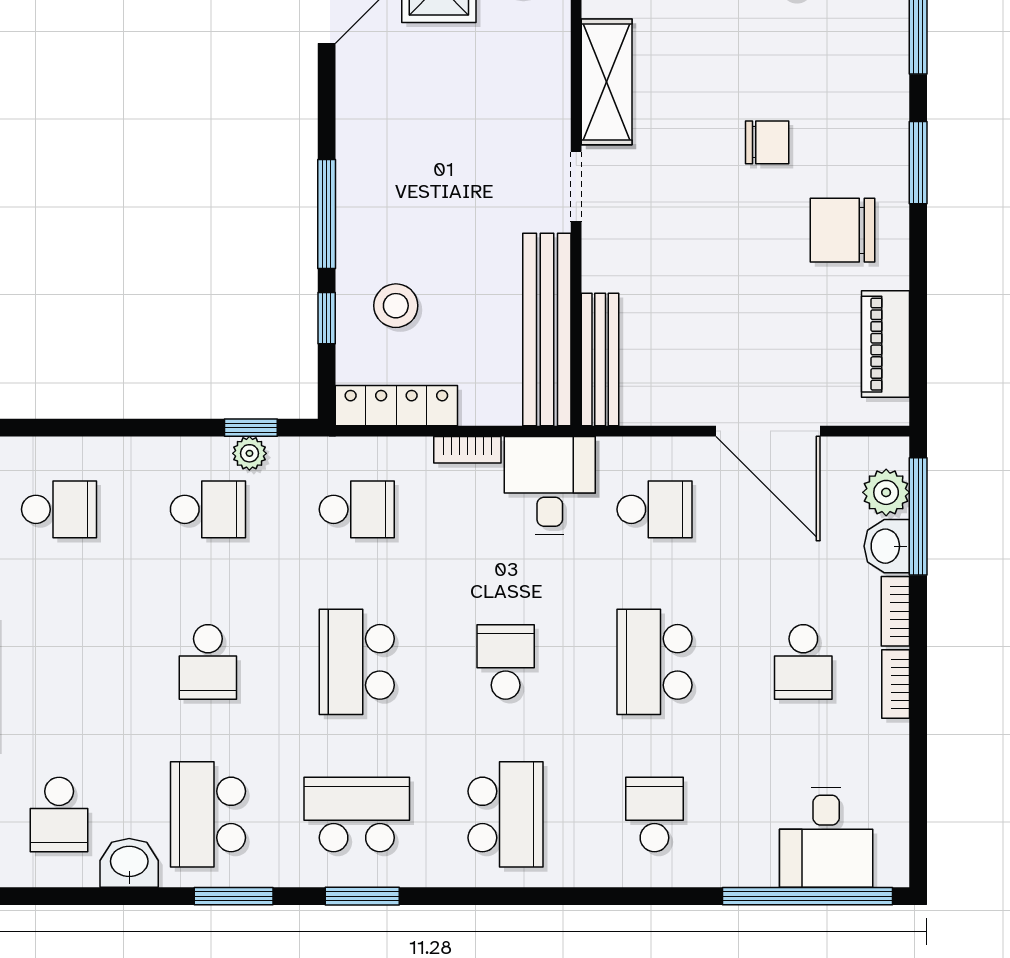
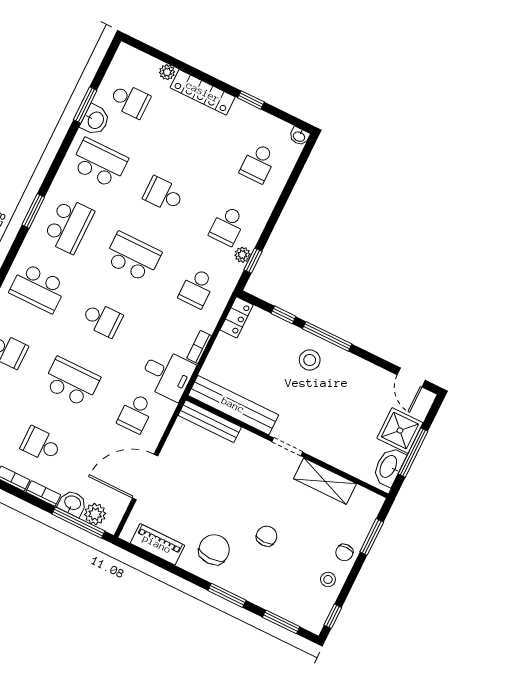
chair: (767, 142) -> (267, 536), turned 180
stool: (396, 306) -> (310, 360), moved
locker: (396, 406) -> (237, 317), width x0.66
school desk: (59, 814) -> (130, 100), turned 180
window: (234, 896) -> (85, 105), moved

